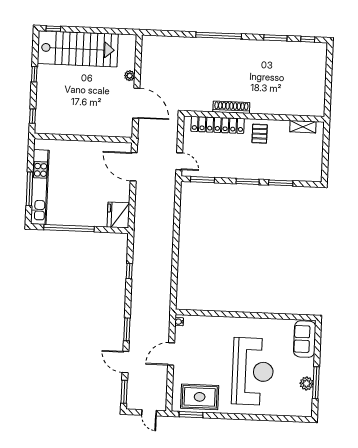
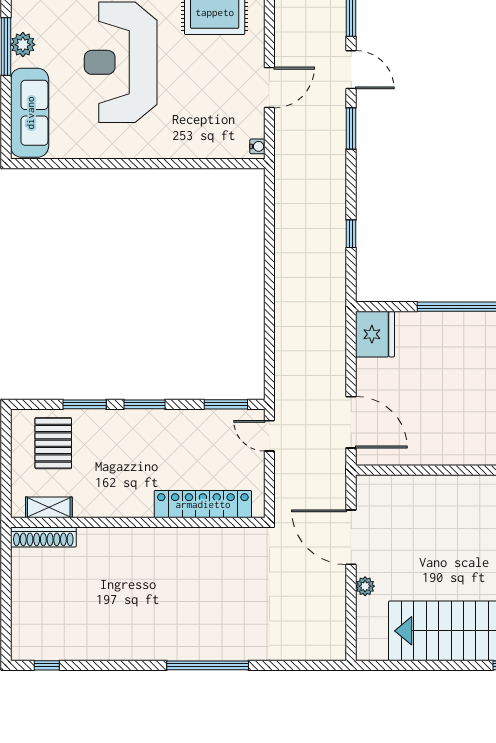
window: (275, 38) -> (105, 665), removed
shoe rack: (231, 107) -> (43, 537), moved
pallet: (260, 134) -> (53, 443), moved, width x1.50, depth x1.42
sofa: (305, 339) -> (30, 113), width x1.36

